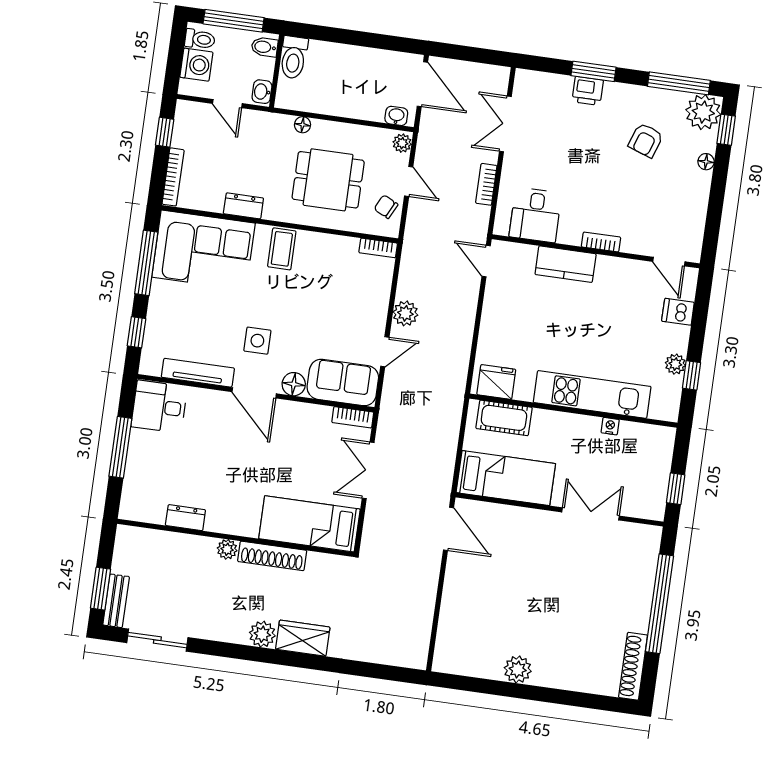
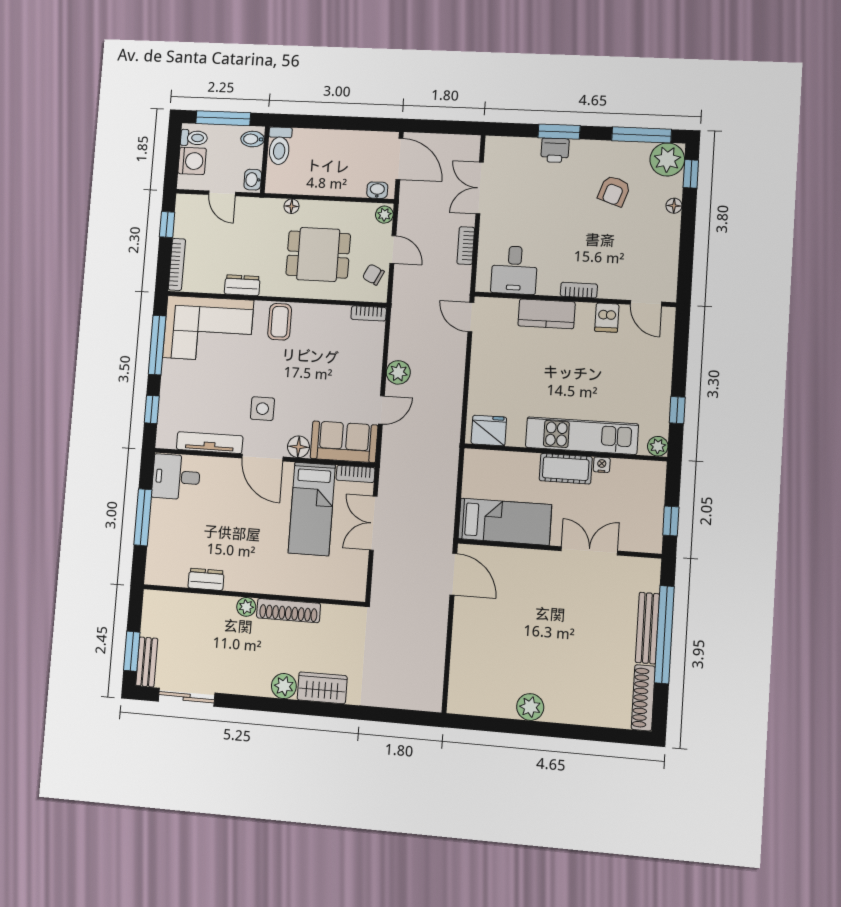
dishwasher: (678, 312) -> (607, 318), moved, turned -90
plant: (675, 364) -> (658, 446), moved
cot: (504, 418) -> (566, 469), moved
bed: (309, 524) -> (312, 509), moved, turned -90
bench: (643, 596) -> (647, 628), added

